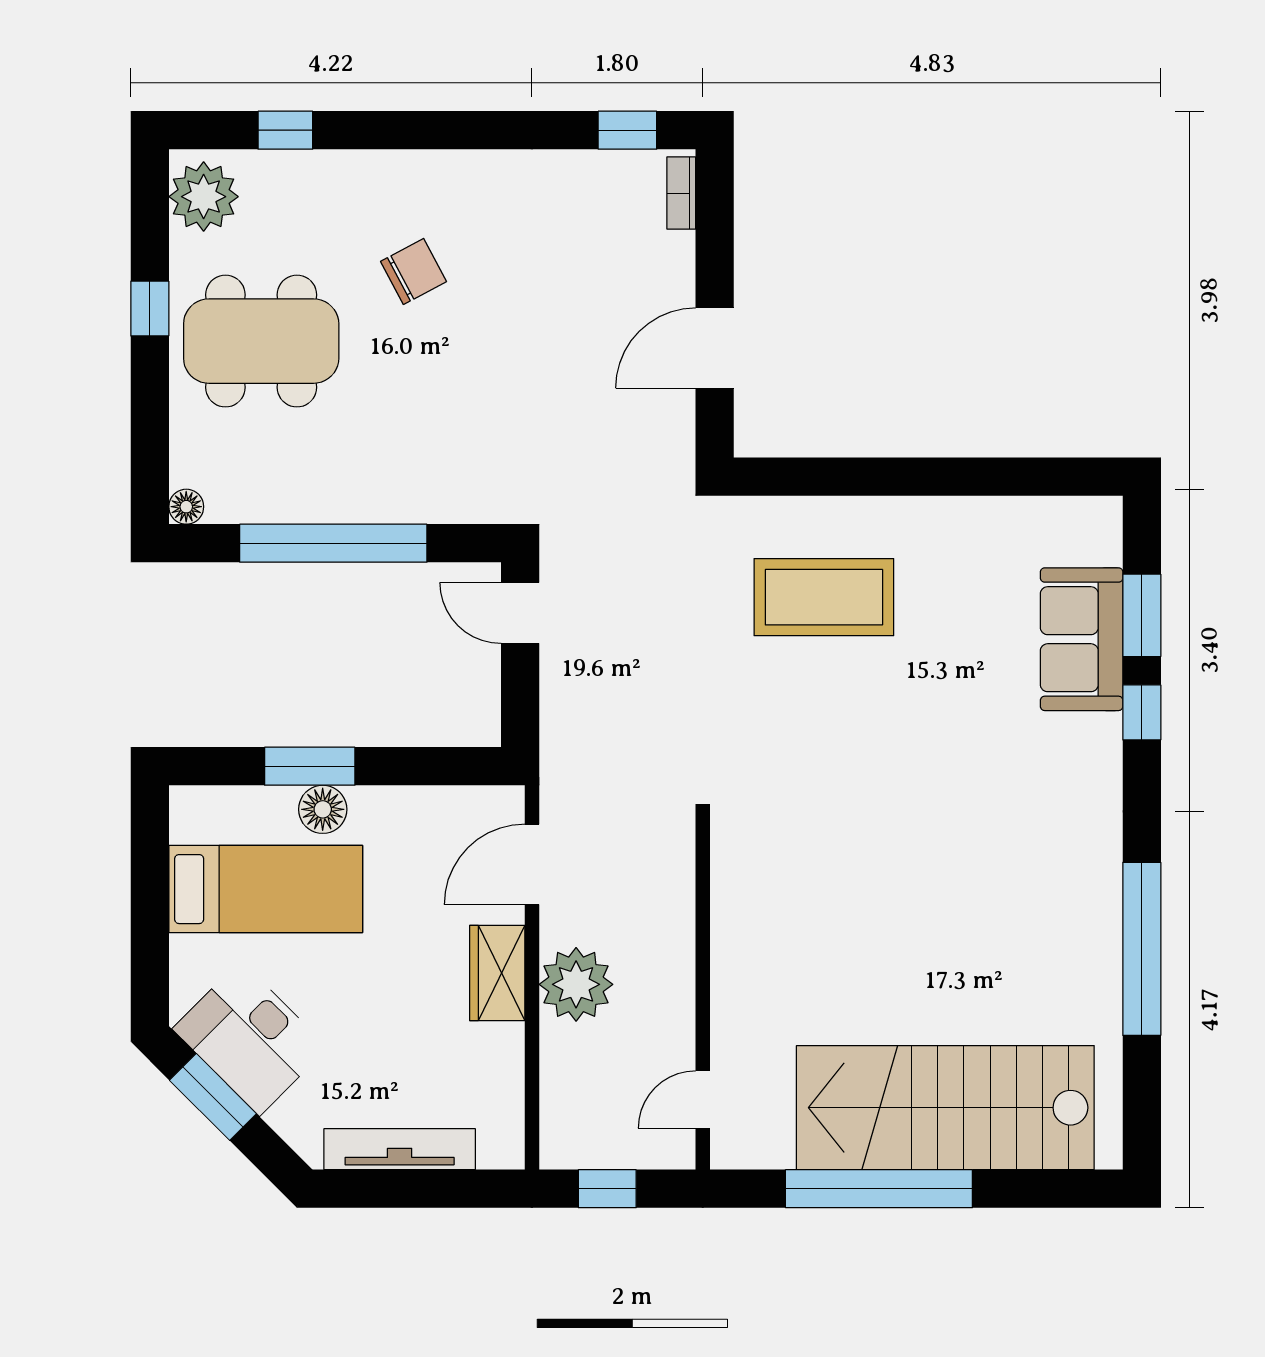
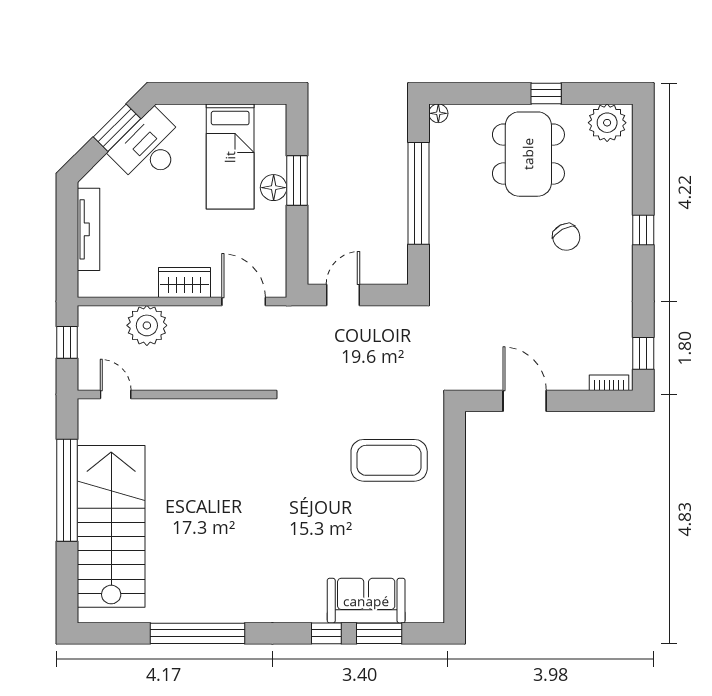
window: (285, 130) -> (643, 230), moved
coffee table: (824, 597) -> (389, 460), turned 90
door: (520, 613) -> (343, 295), moved
plant: (576, 984) -> (147, 325), moved

